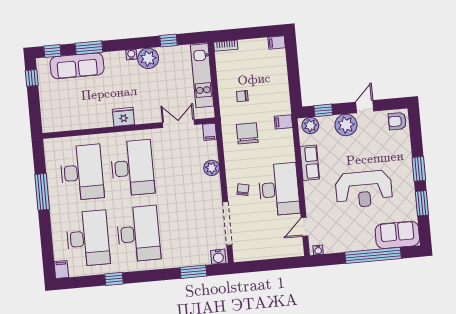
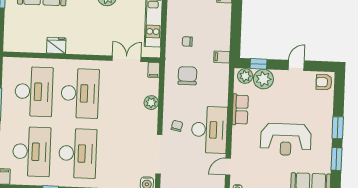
fridge: (123, 117) -> (56, 46), moved
filing cabinet: (283, 122) -> (222, 57), moved
plant: (346, 125) -> (263, 79), moved

